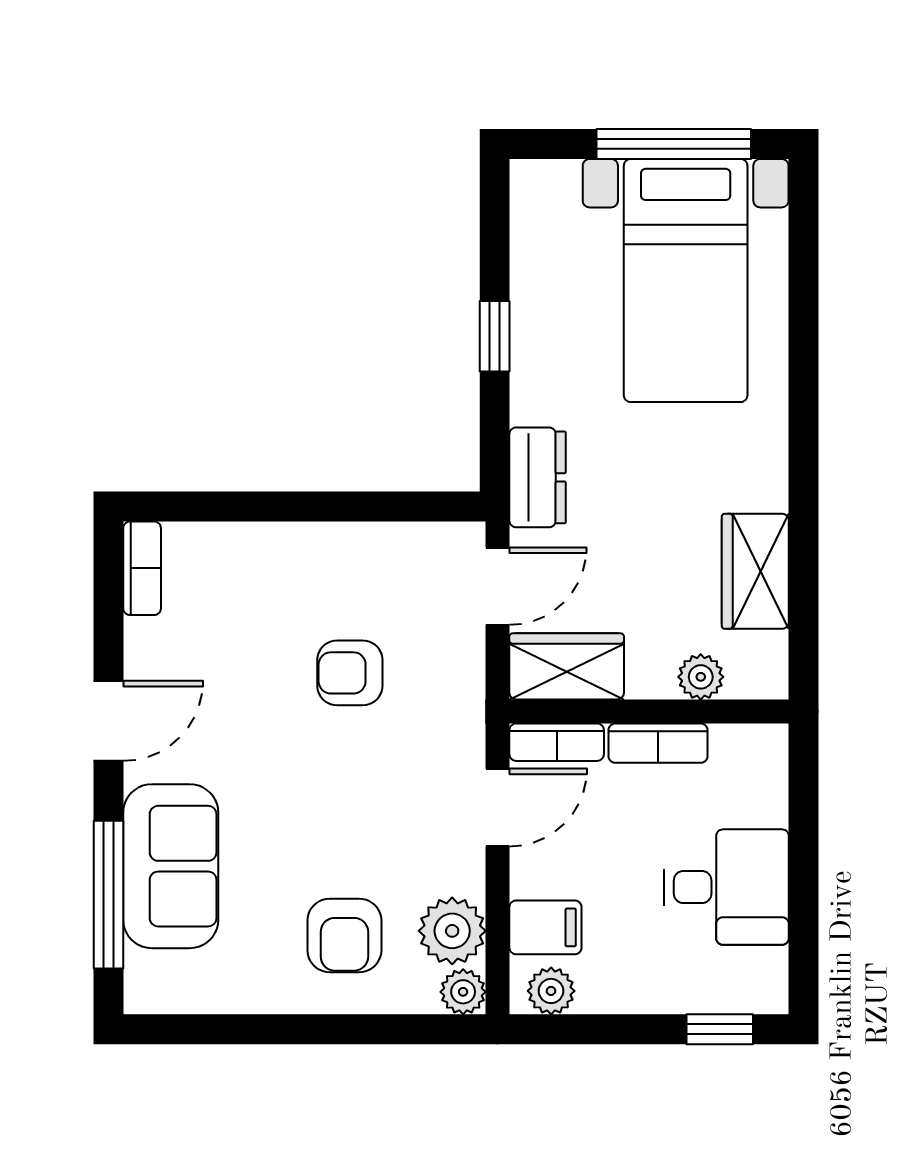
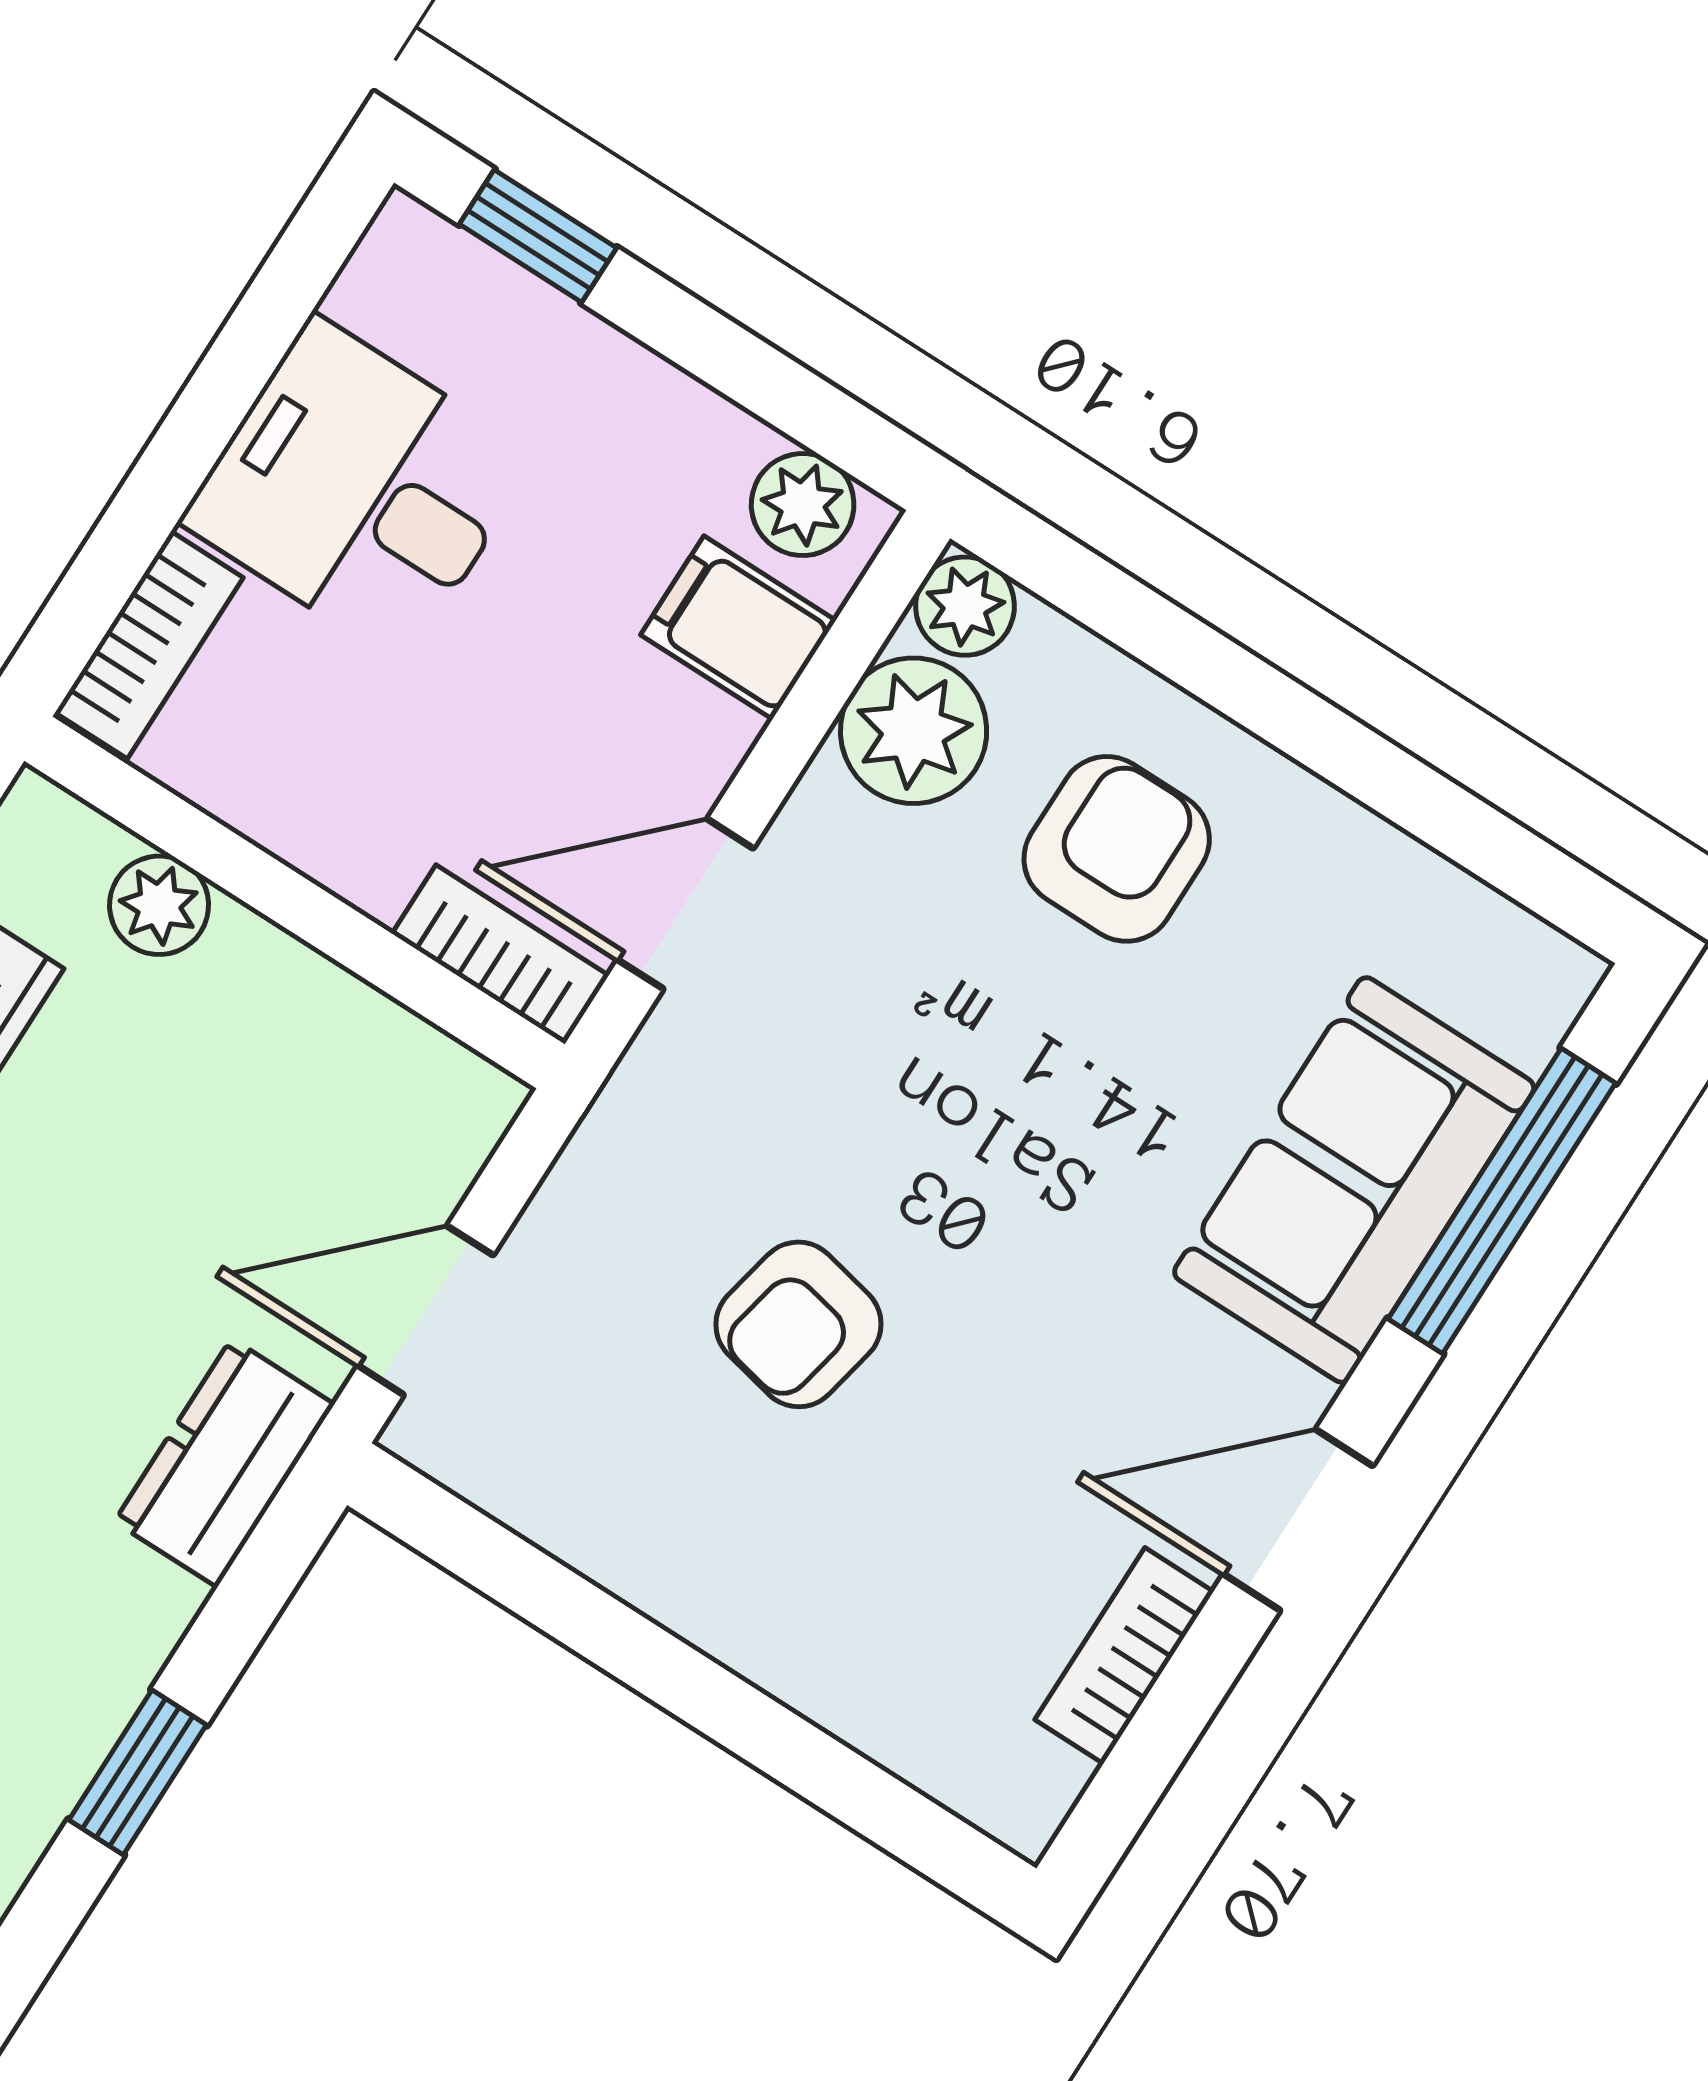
bookcase: (142, 568) -> (1124, 1656), moved
wardrobe: (567, 666) -> (393, 1082), removed
armchair: (350, 673) -> (798, 1324), turned 102
bookcase: (658, 743) -> (149, 645), moved, turned 90

